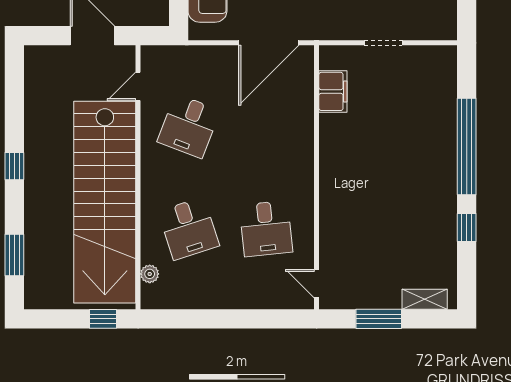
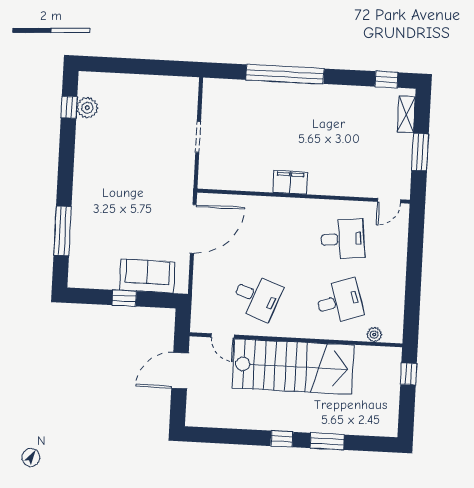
door: (269, 43) -> (193, 229), hinge flipped
filing cabinet: (333, 91) -> (290, 182), moved
stairs: (105, 202) -> (293, 366), width x0.73
window: (467, 228) -> (386, 79), moved
window: (14, 255) -> (327, 441), moved

